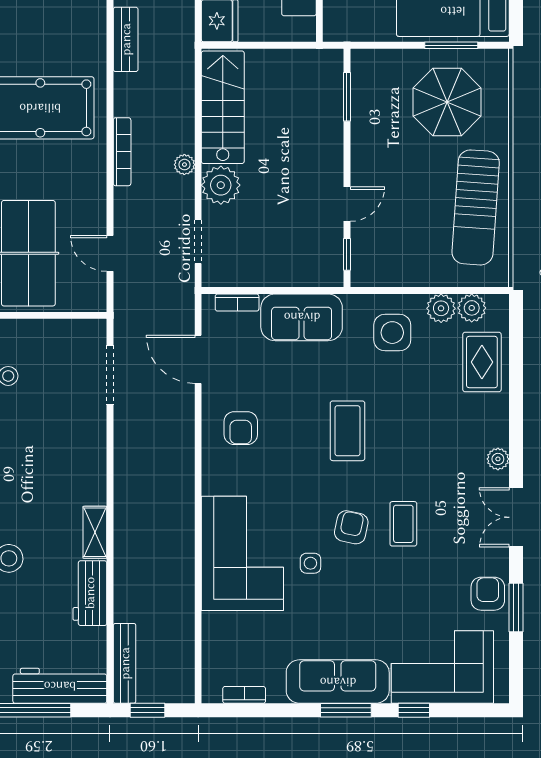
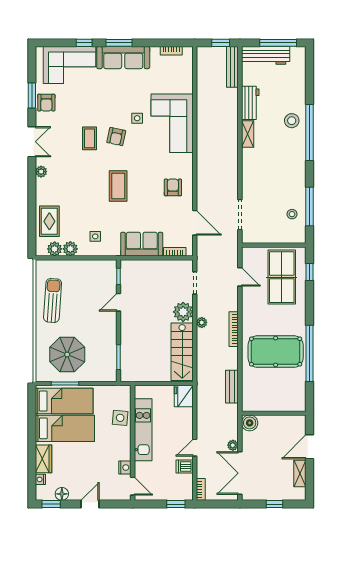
sun lounger: (476, 207) -> (53, 300), width x0.73, depth x0.75
side table: (392, 333) -> (95, 236), width x0.54, depth x0.54

